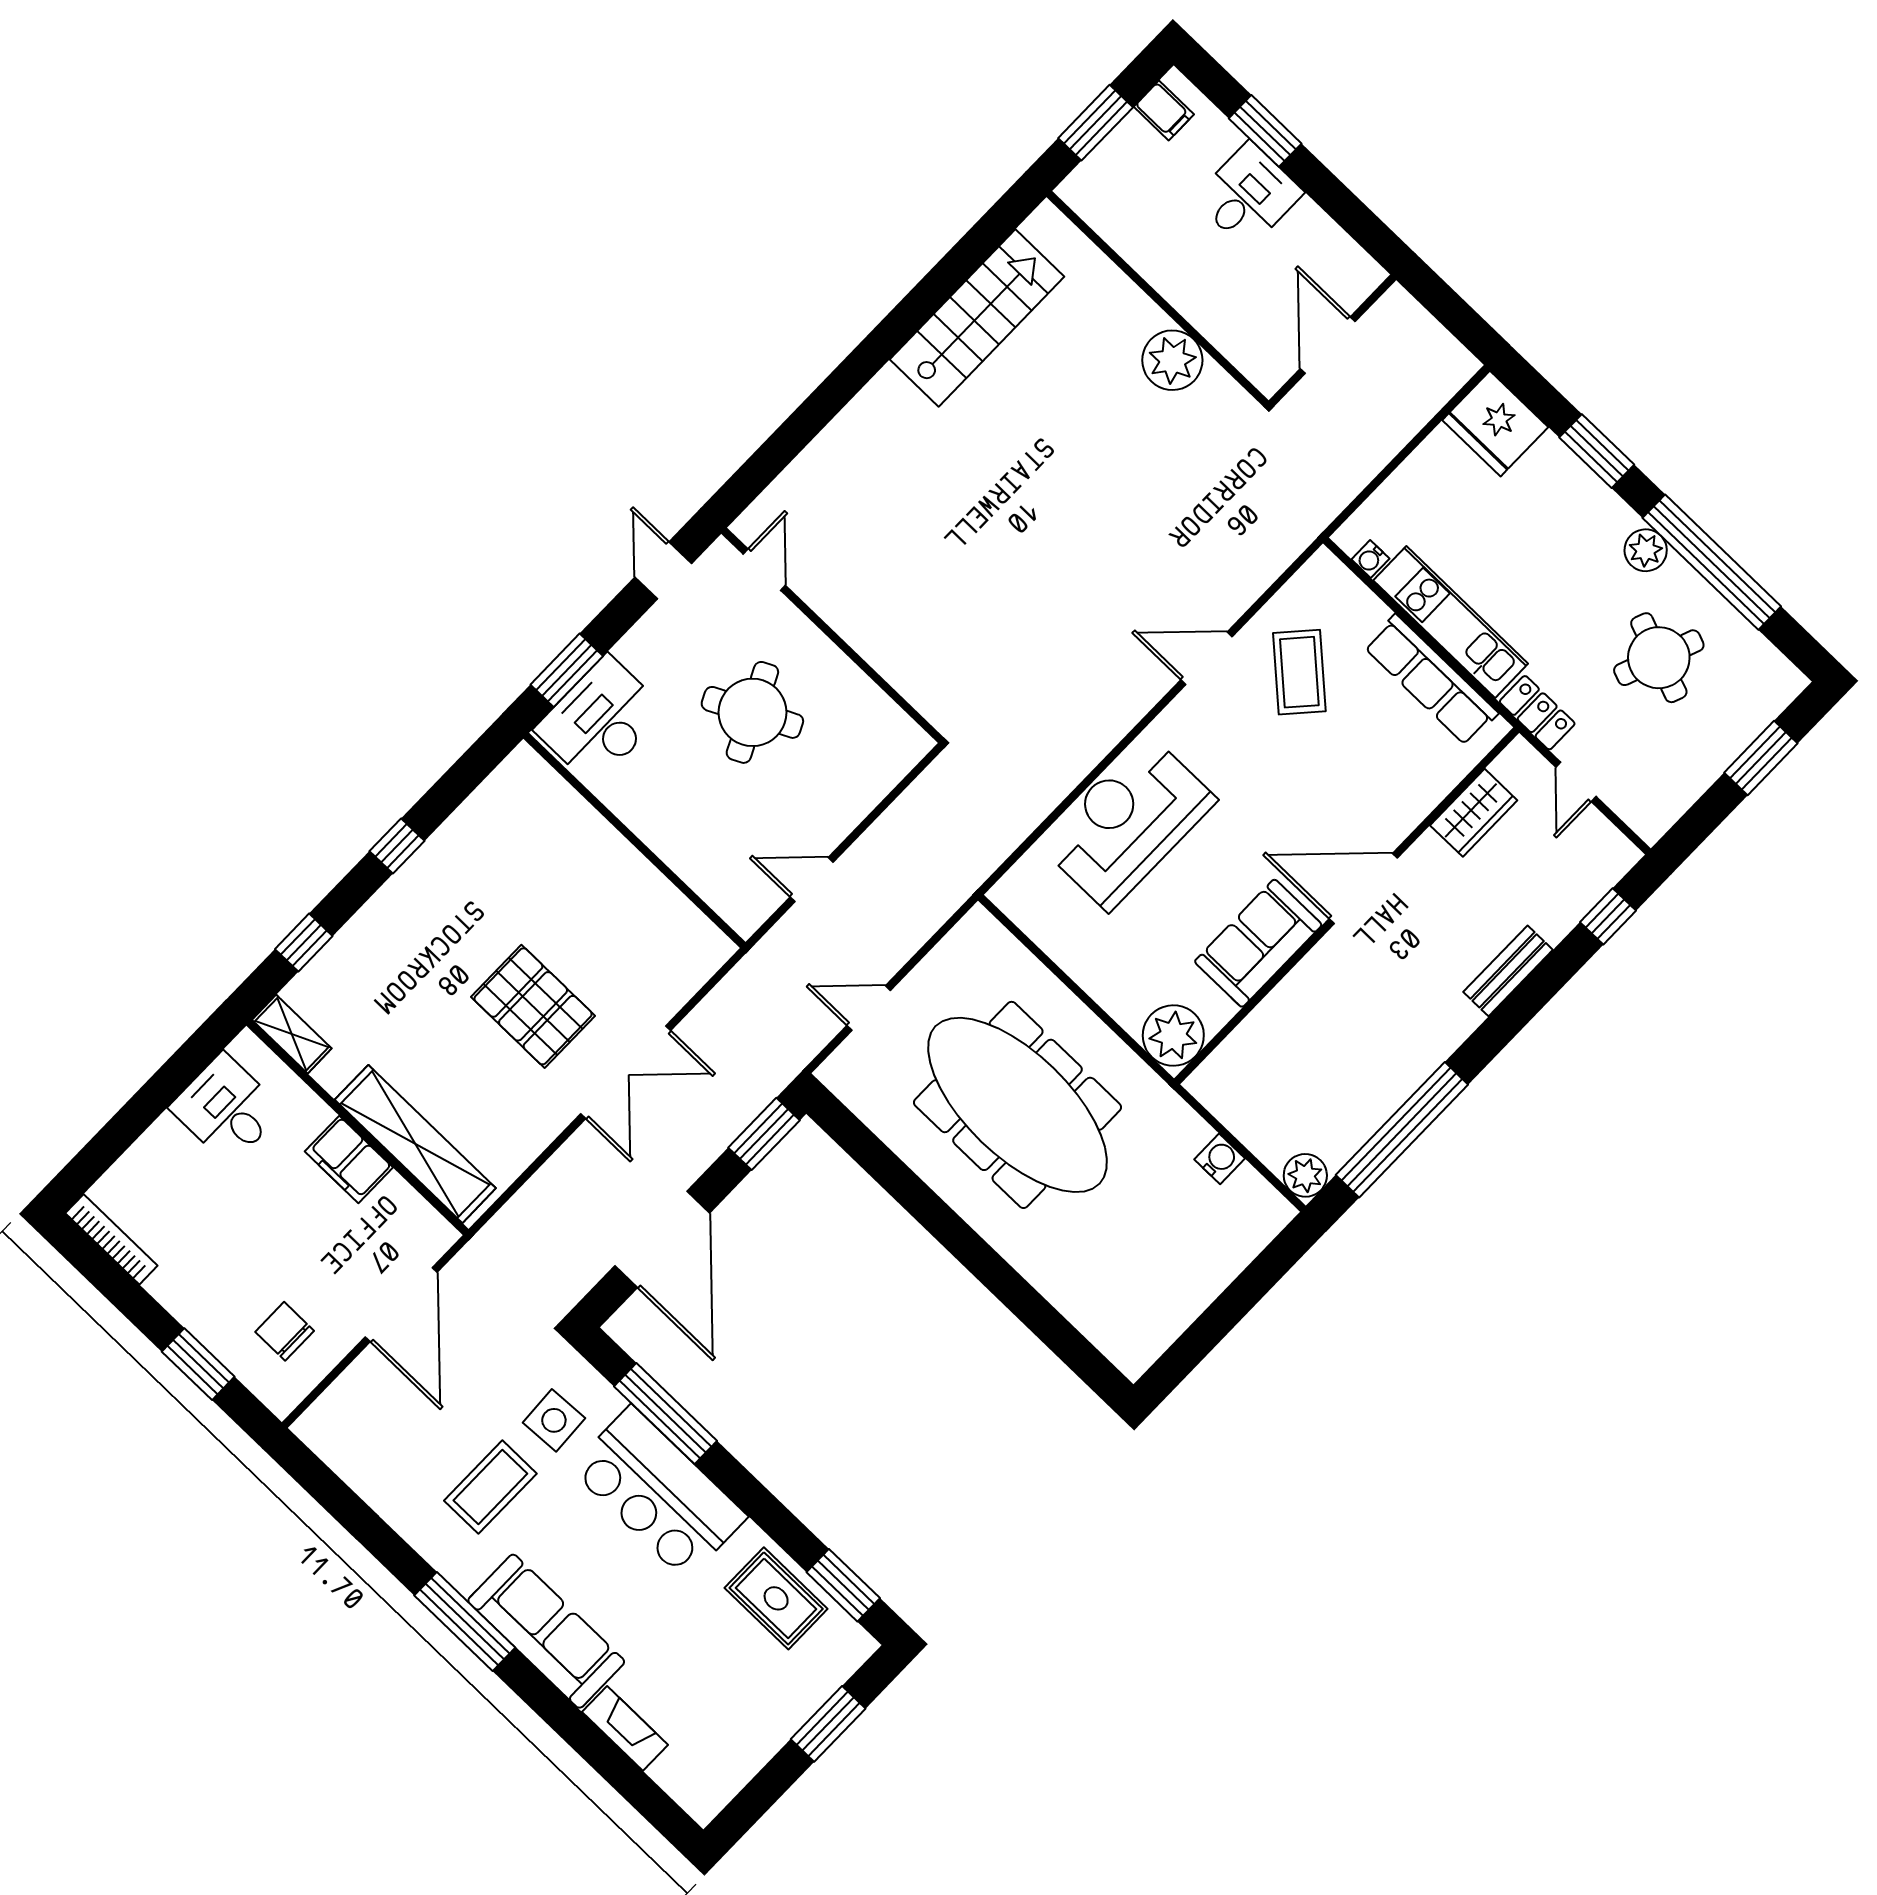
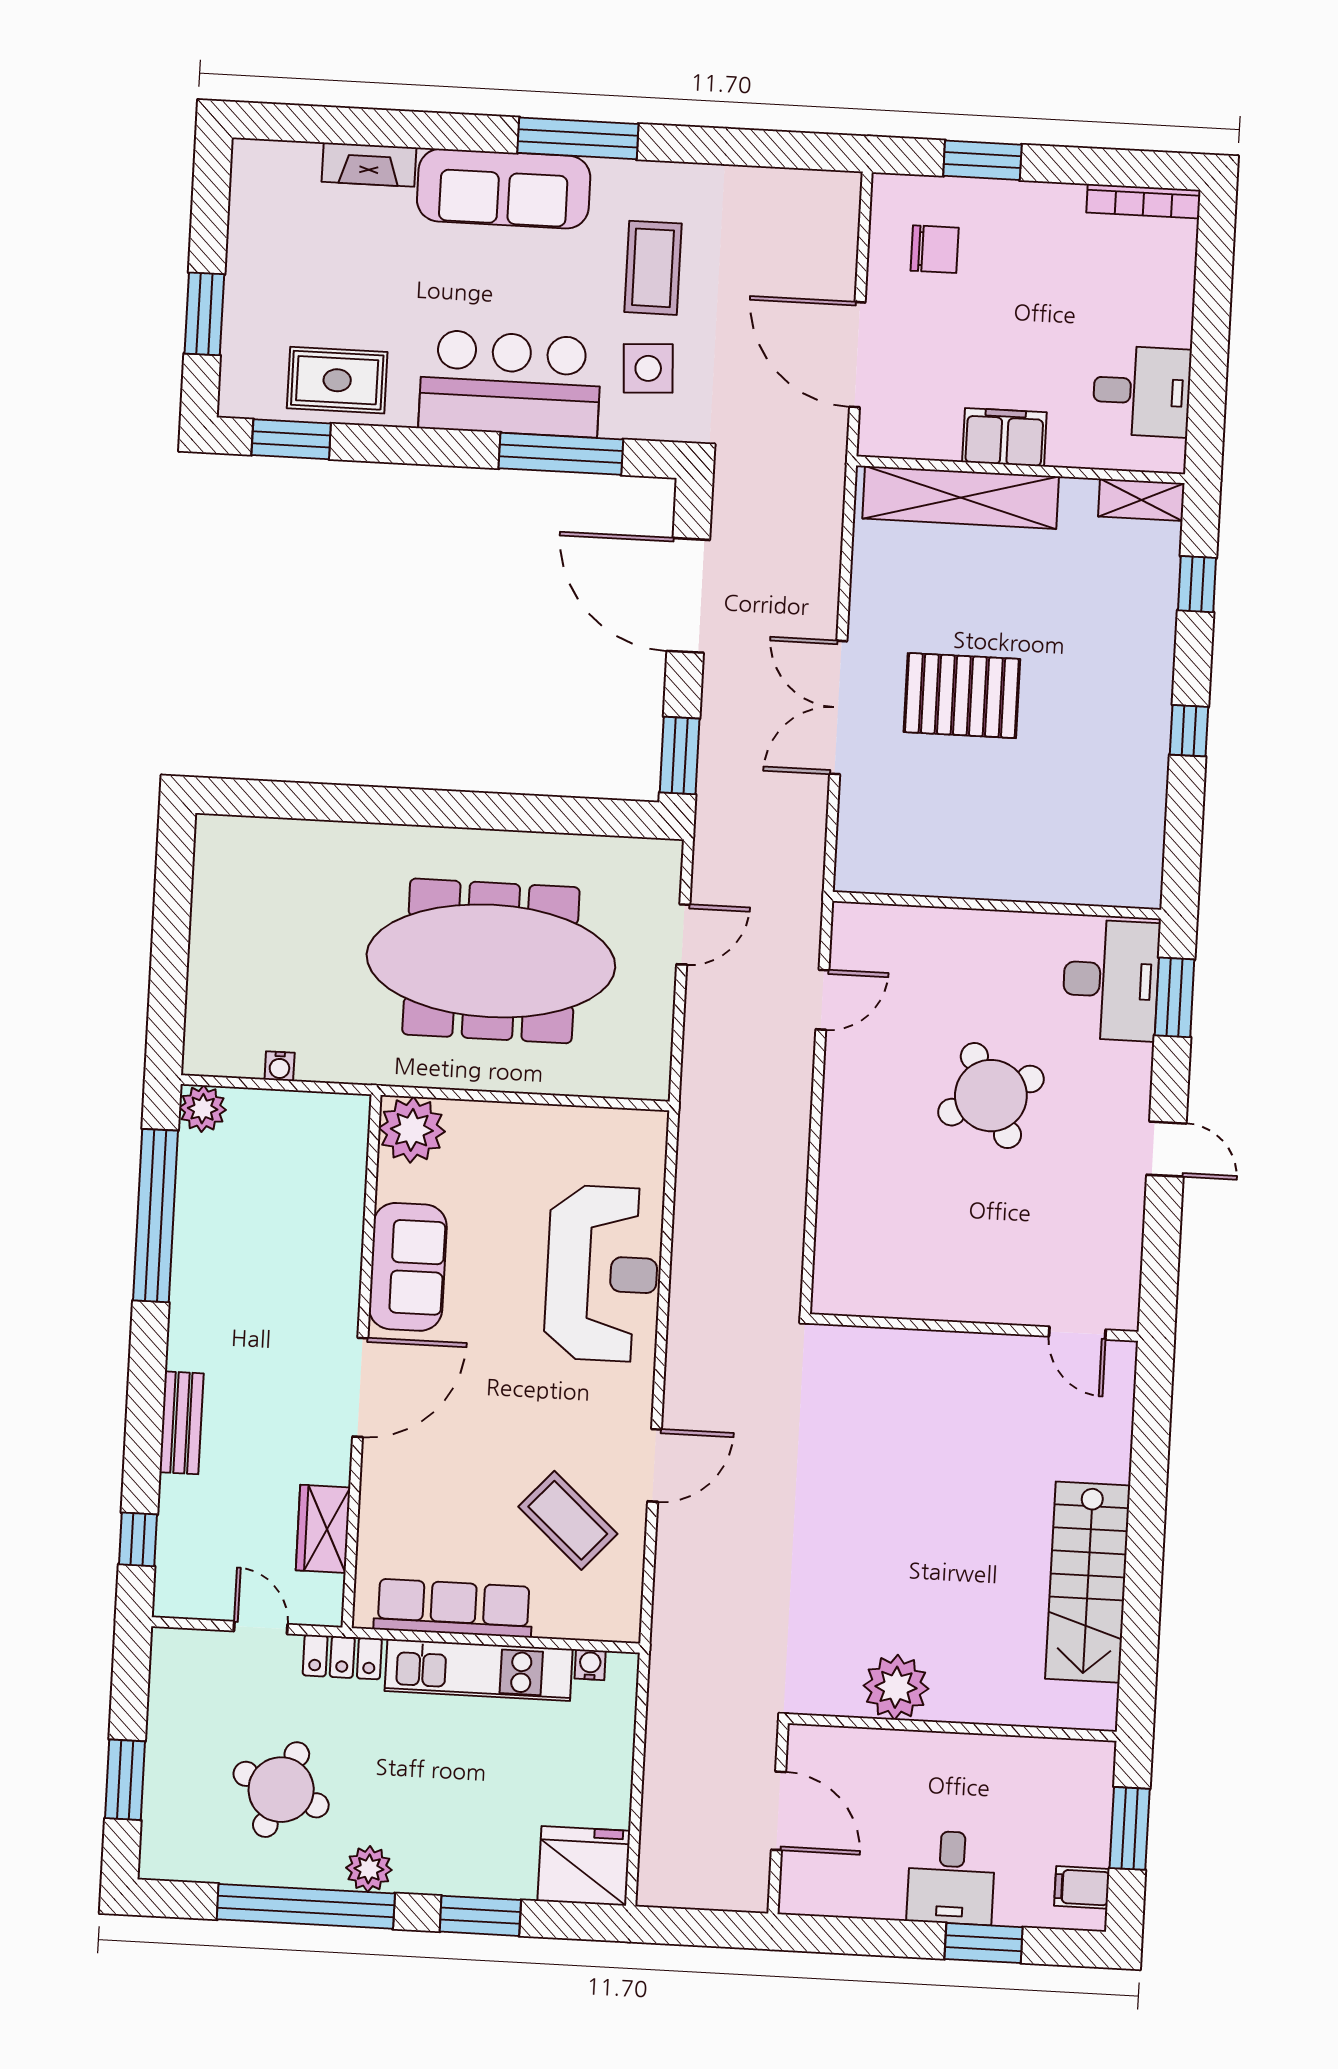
door: (764, 570) -> (1077, 1333), moved
wall: (832, 635) -> (974, 1327), moved
water cooler: (1220, 1159) -> (280, 1066), width x0.72, depth x0.72

